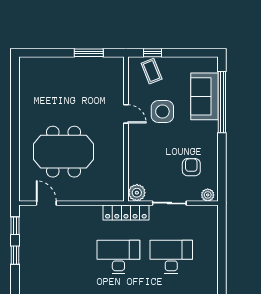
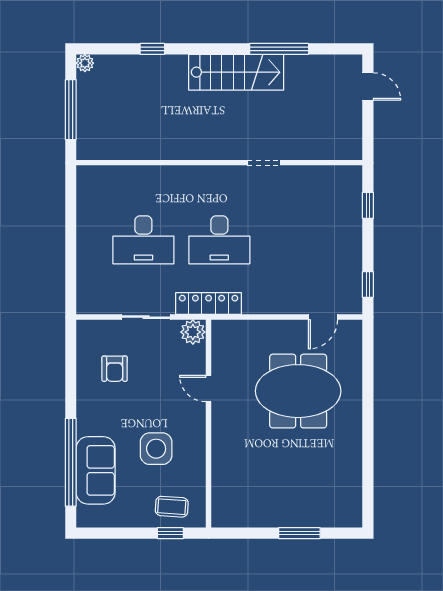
window: (89, 53) -> (299, 533), moved
coffee table: (152, 71) -> (172, 507), turned -64
door: (126, 114) -> (208, 389), moved
plant: (208, 195) -> (91, 329), removed
door: (46, 203) -> (323, 317), hinge flipped
window: (15, 255) -> (368, 205), moved

